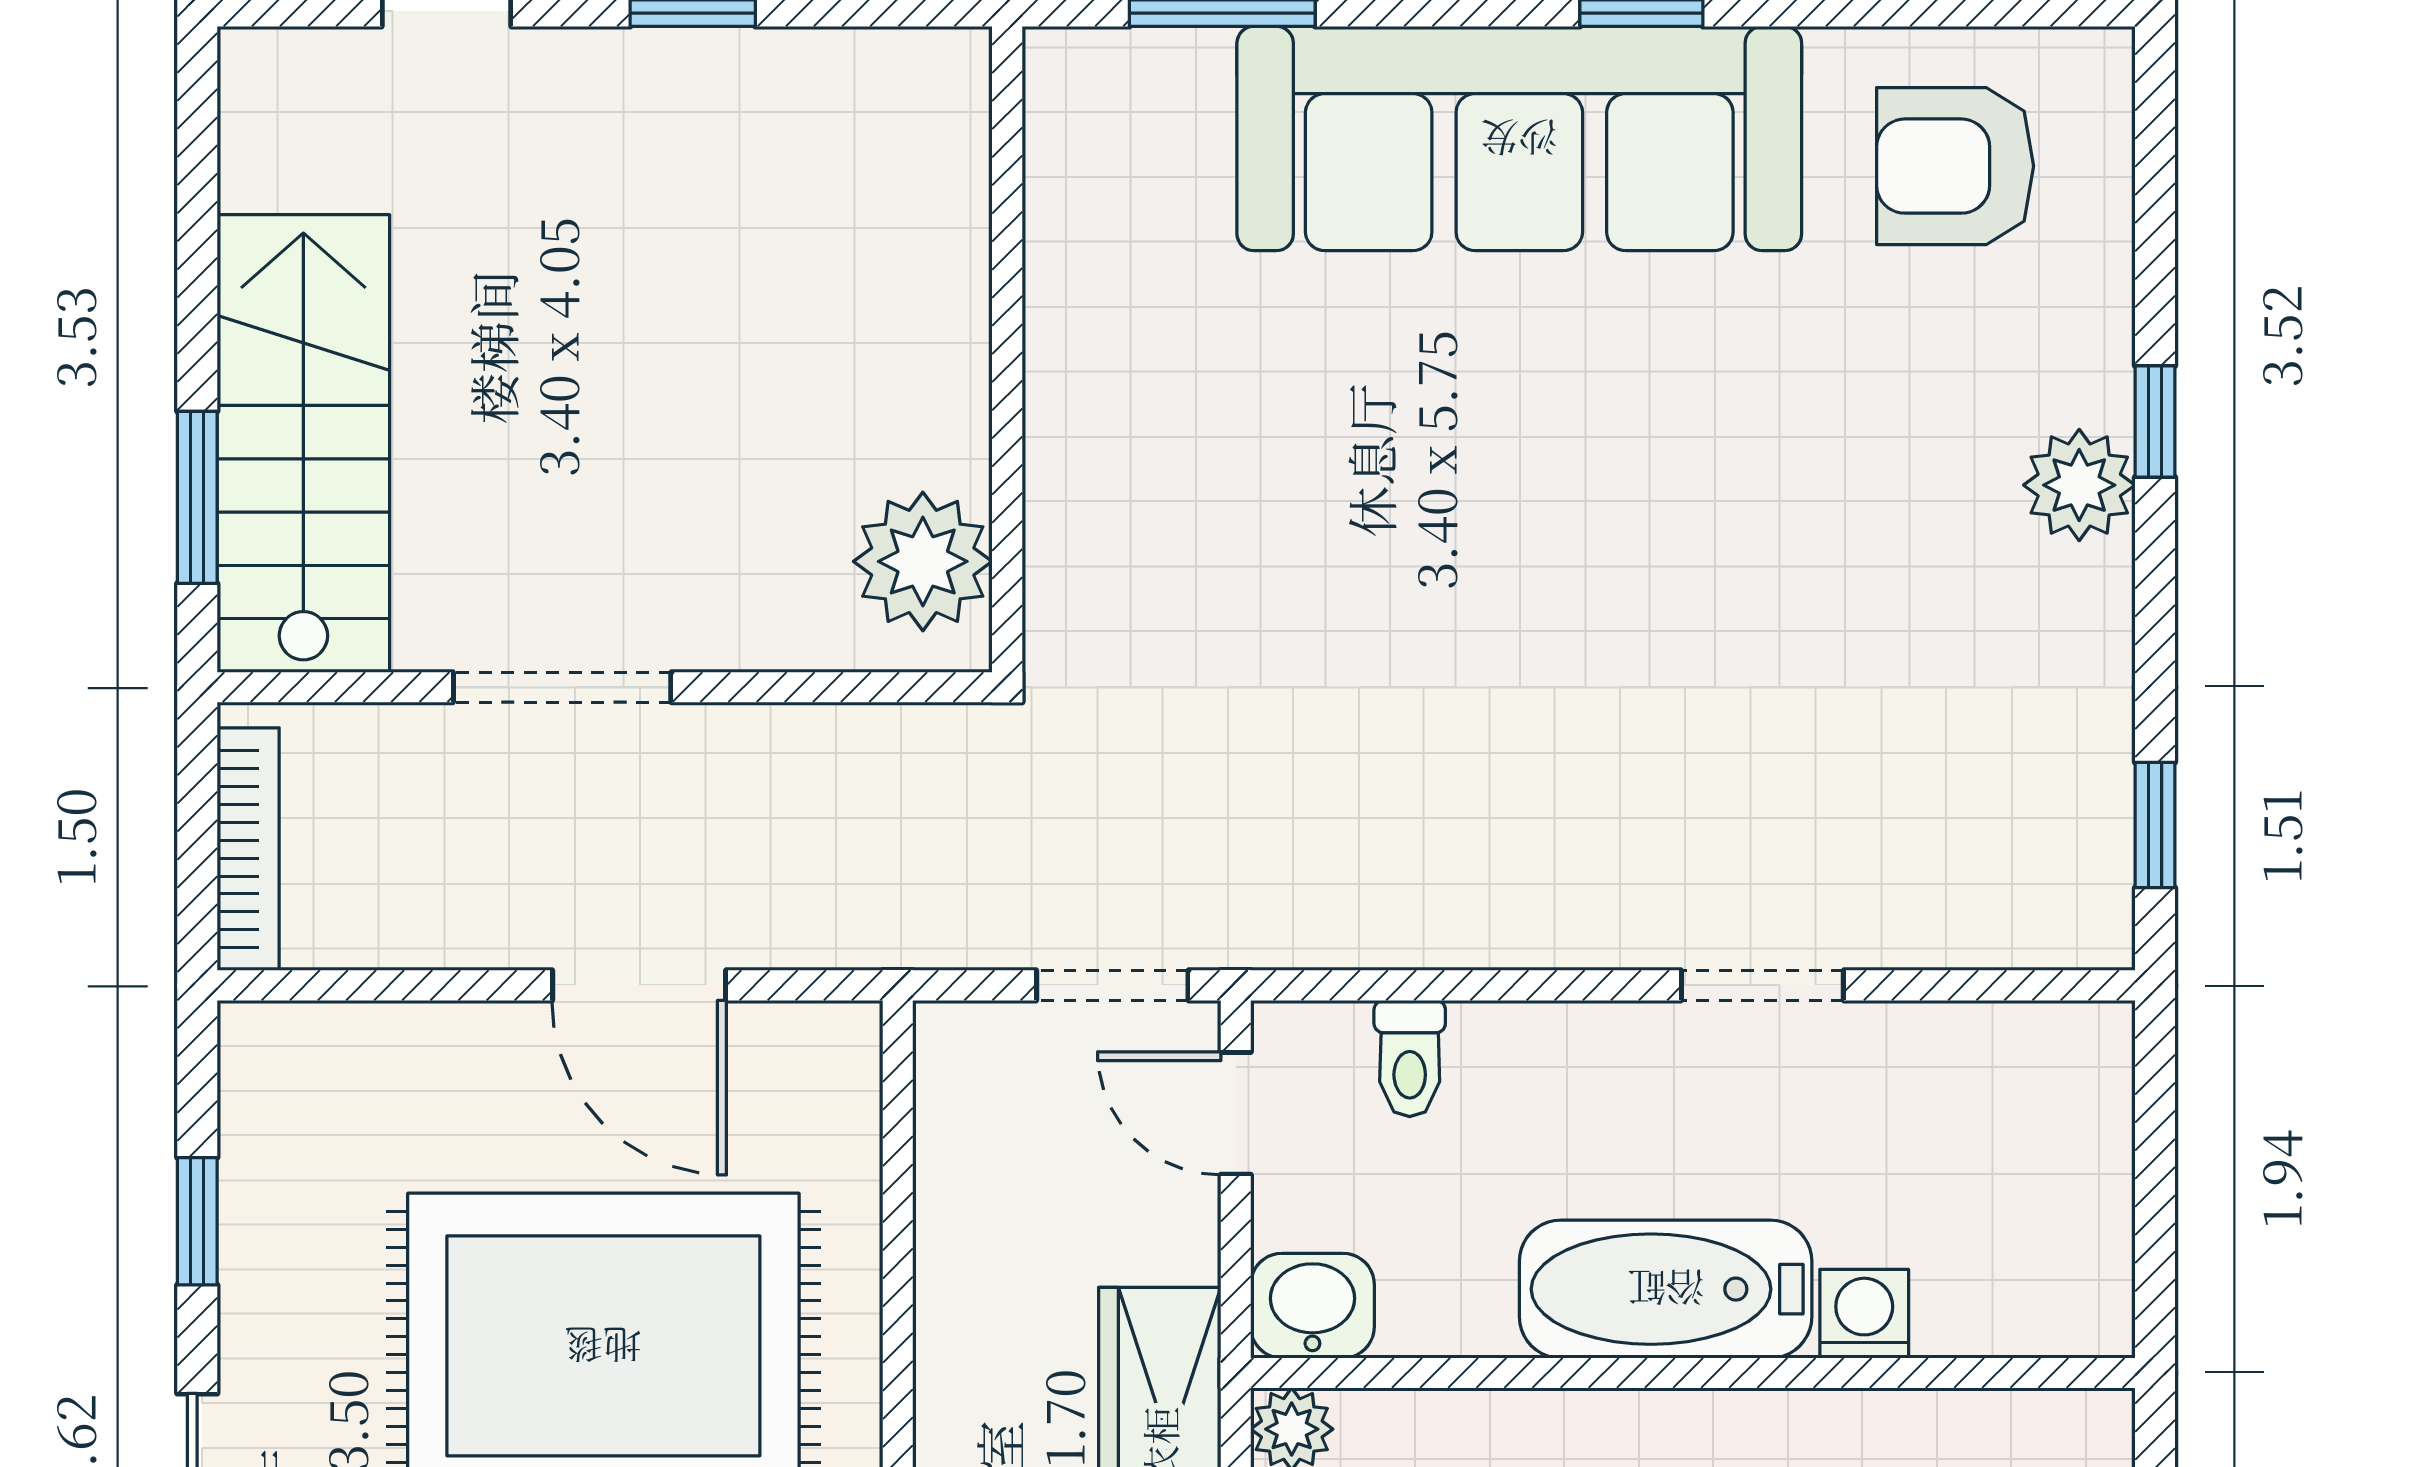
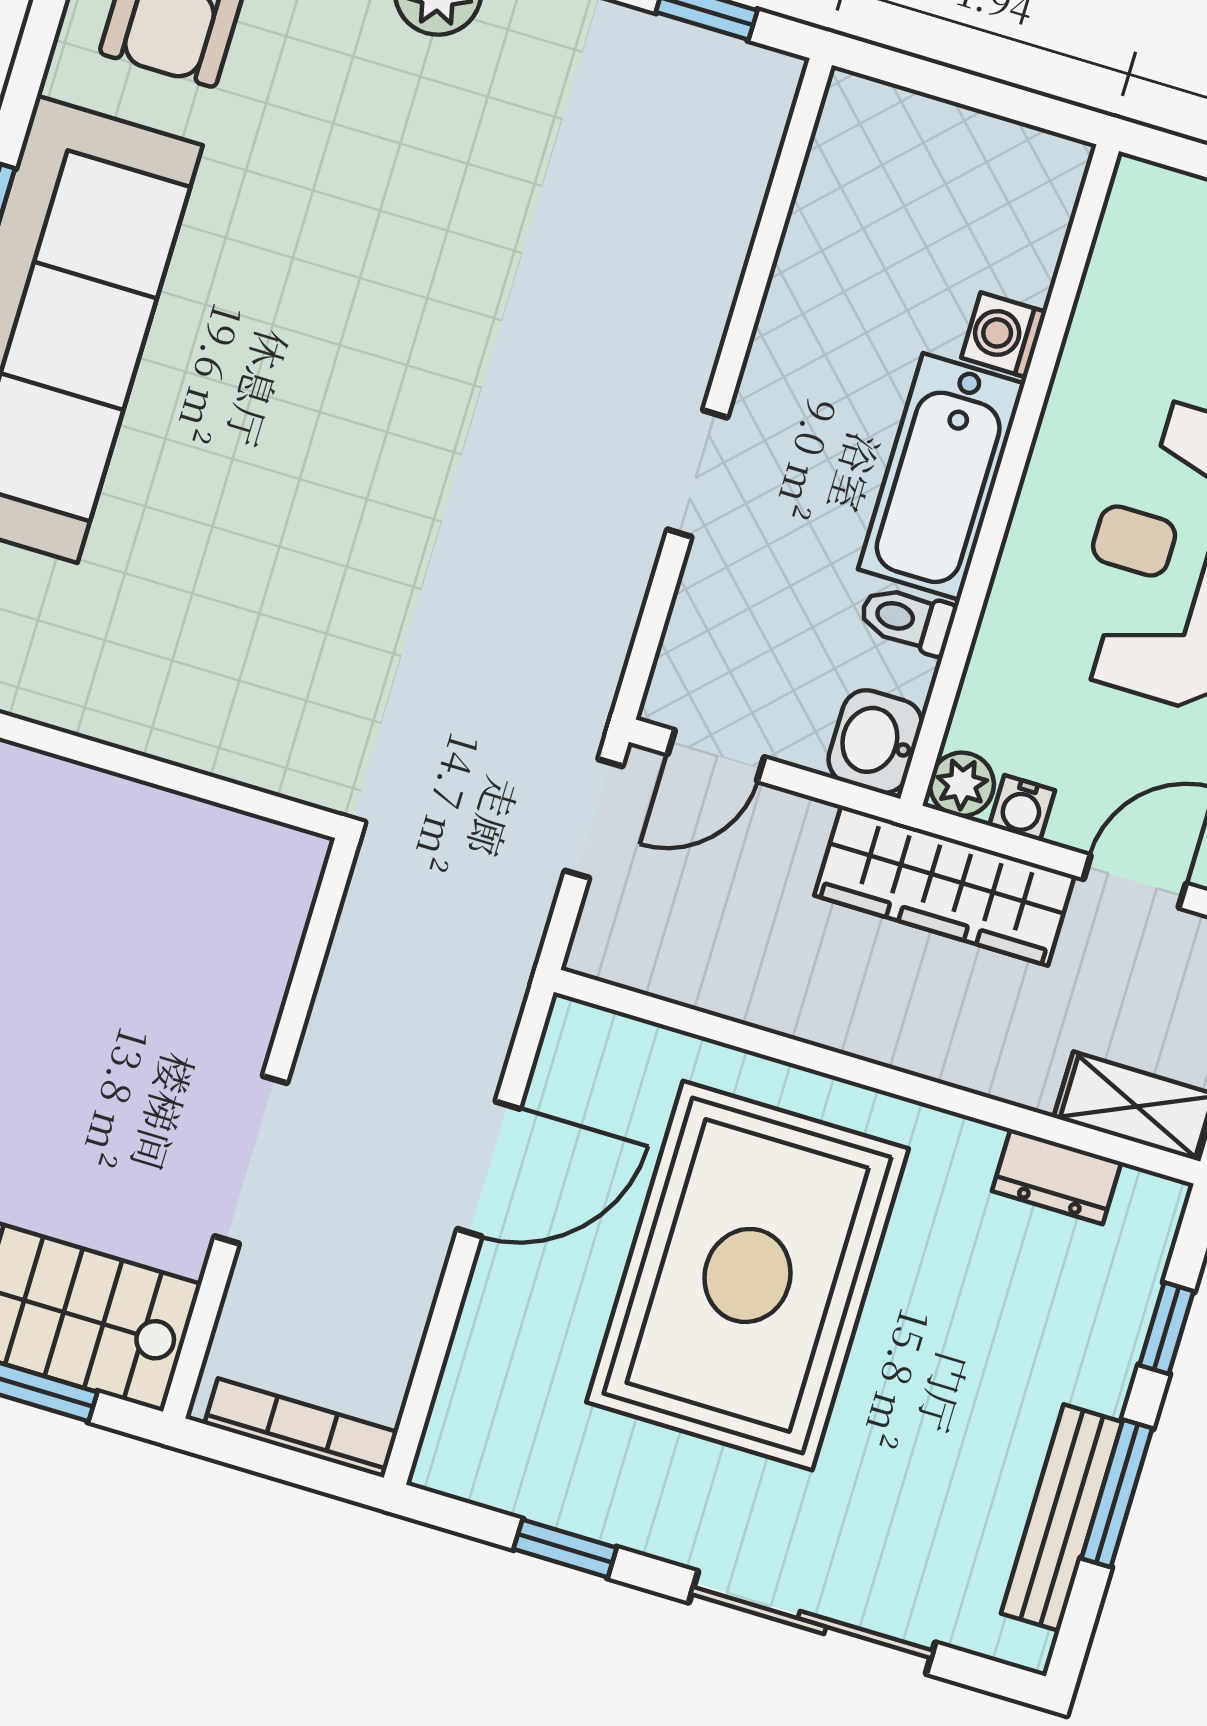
plant: (923, 561) -> (238, 865), removed
doorway: (1762, 985) -> (697, 474), moved
toilet: (1410, 1058) -> (907, 619), moved, turned 180

